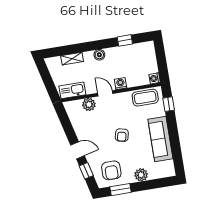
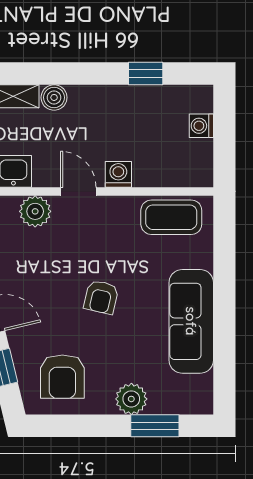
boiler: (99, 55) -> (54, 97), moved
washing machine: (155, 78) -> (201, 126), moved
window: (169, 104) -> (224, 242), removed
window: (120, 190) -> (155, 426), moved

